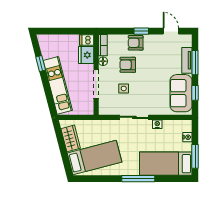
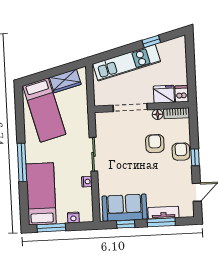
side table: (124, 88) -> (127, 140), removed

